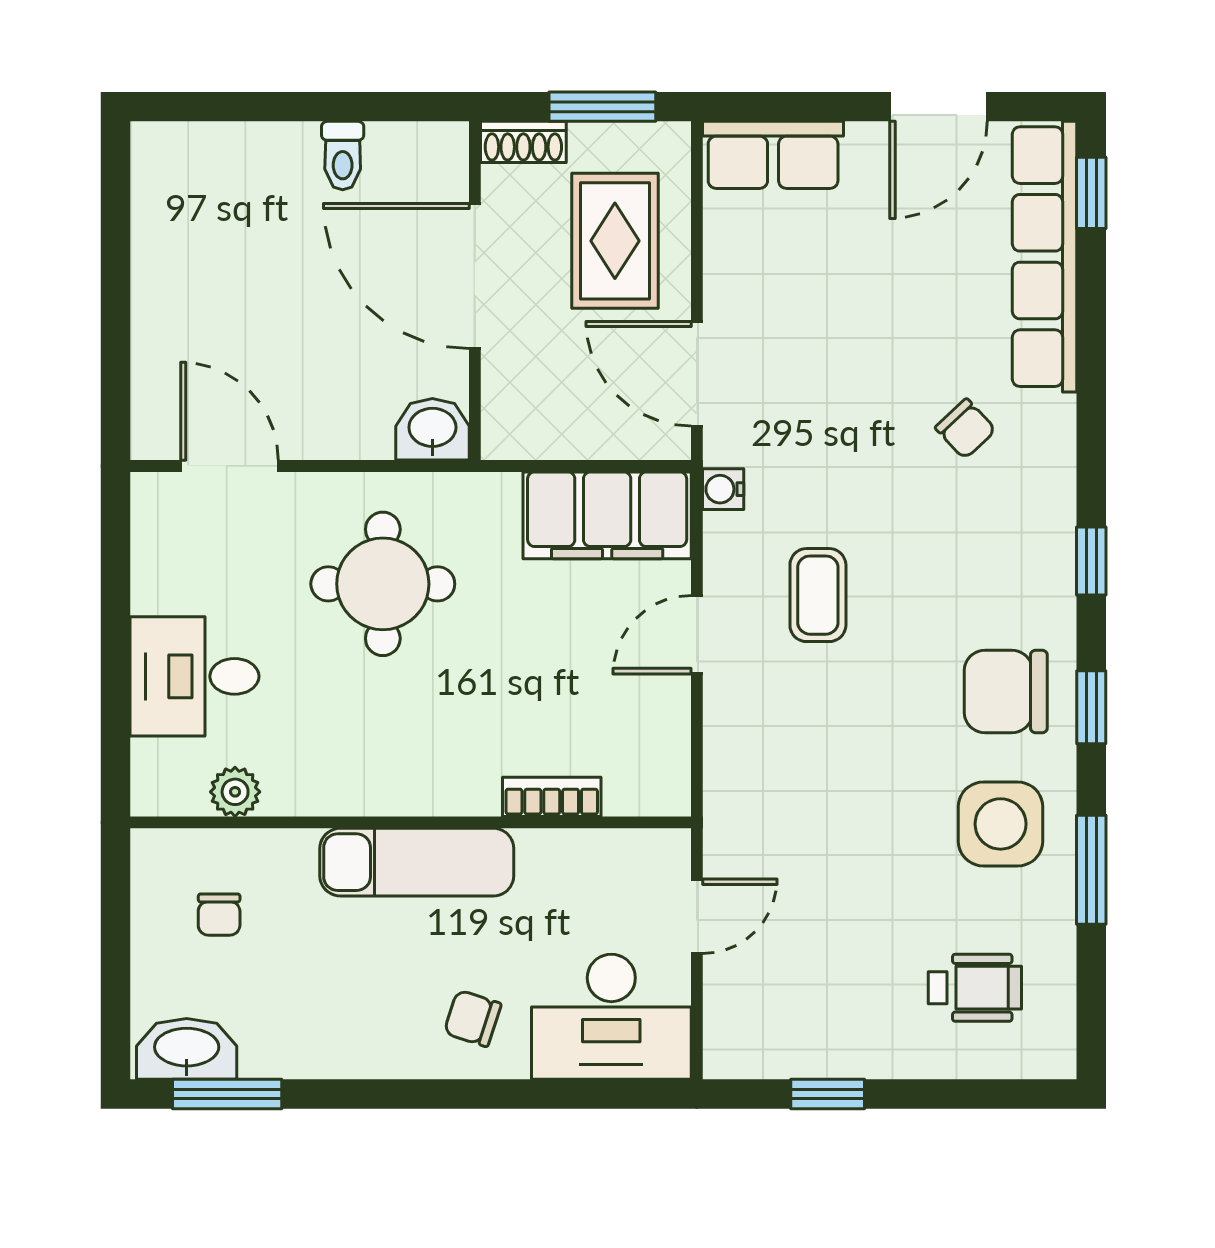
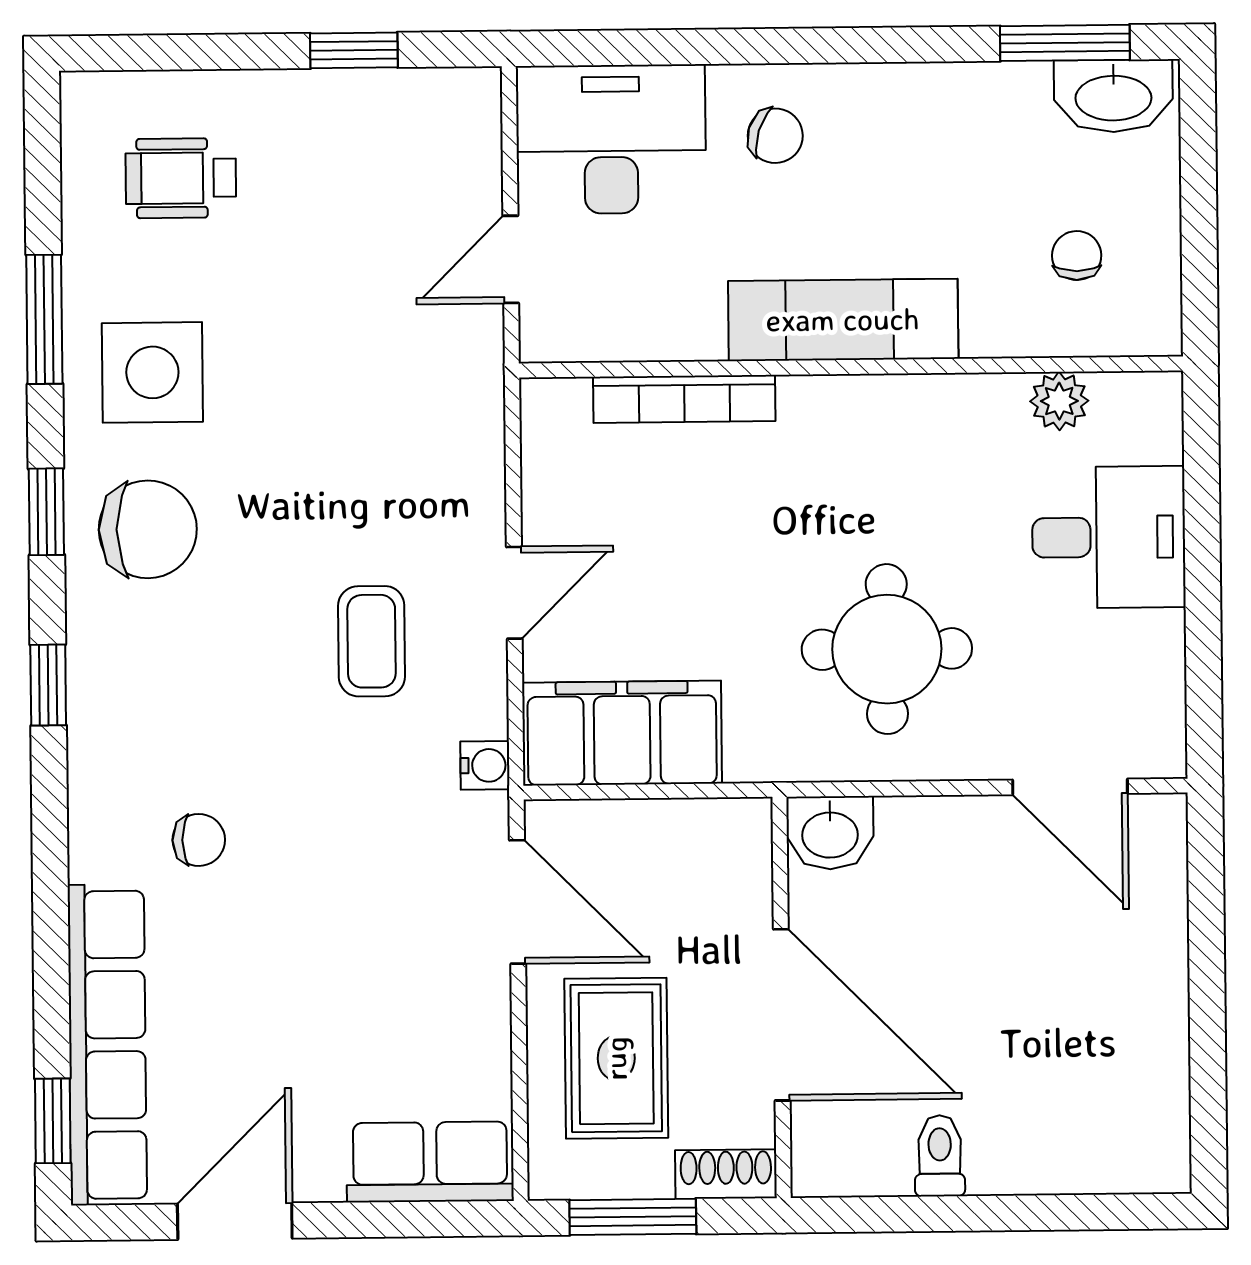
chair: (966, 429) -> (199, 840), turned 133
bookcase: (552, 797) -> (684, 399), width x1.56

